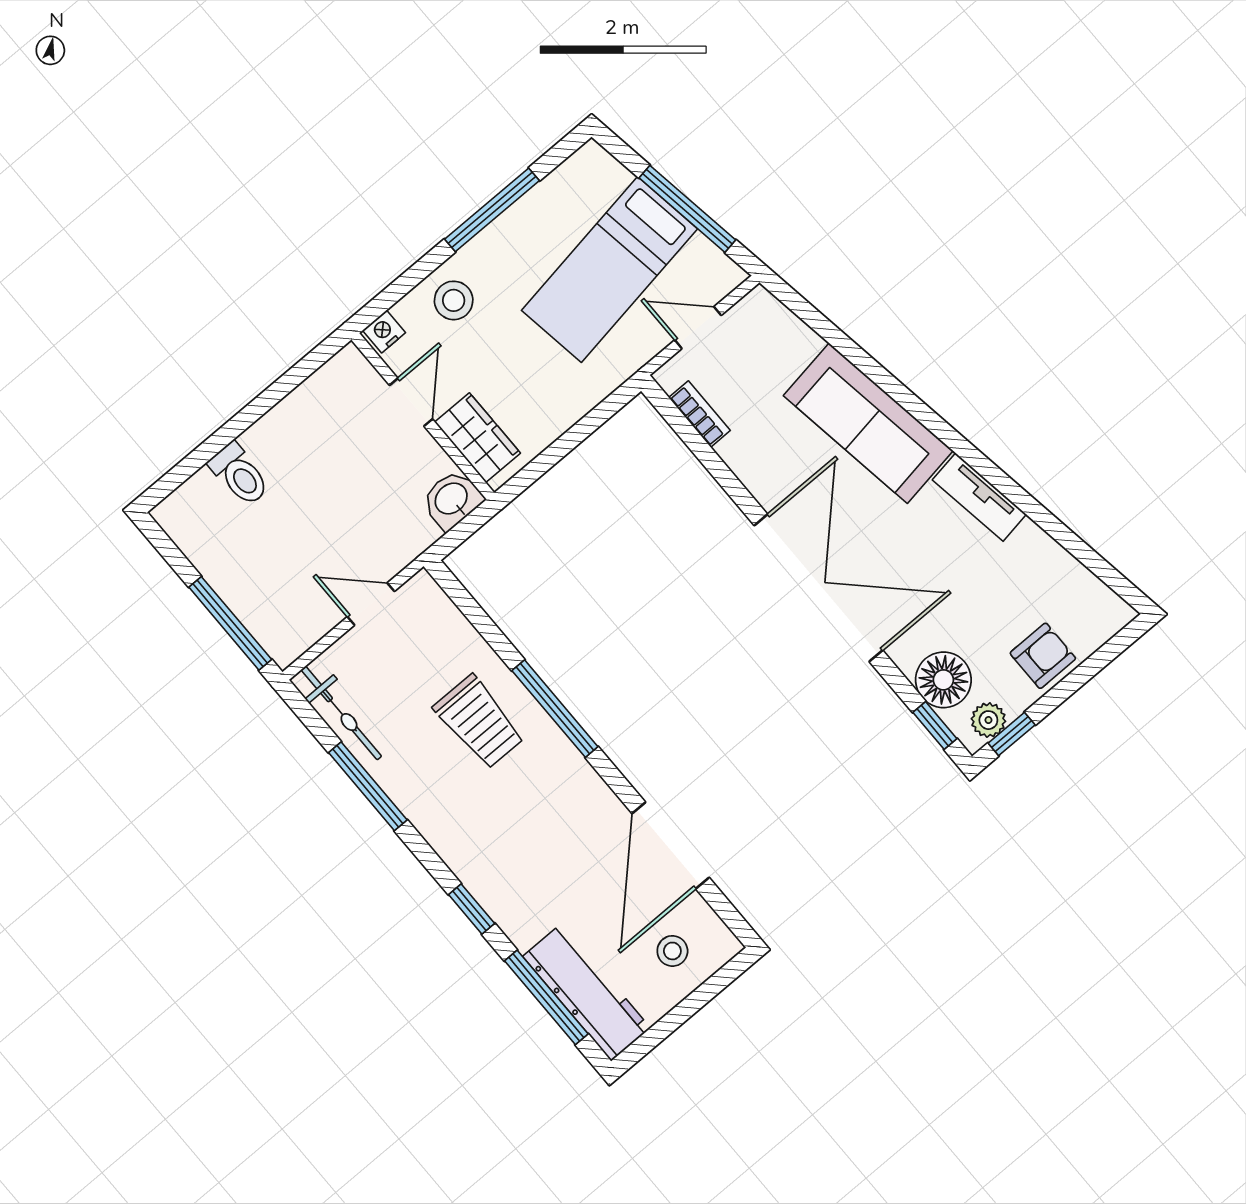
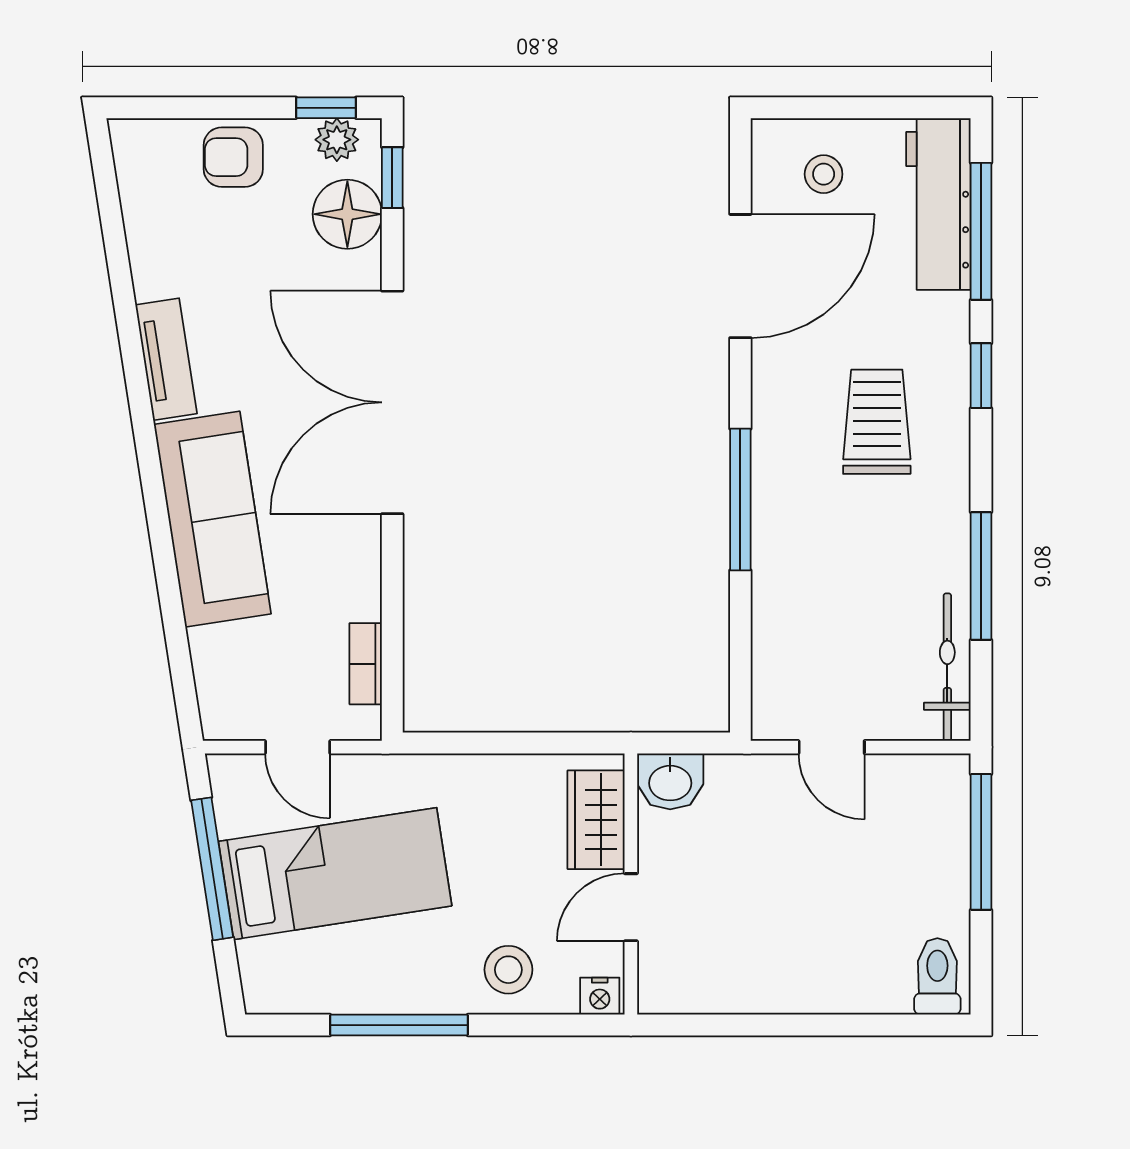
toilet: (239, 474) -> (937, 976), moved
trolley: (479, 722) -> (877, 422), moved

